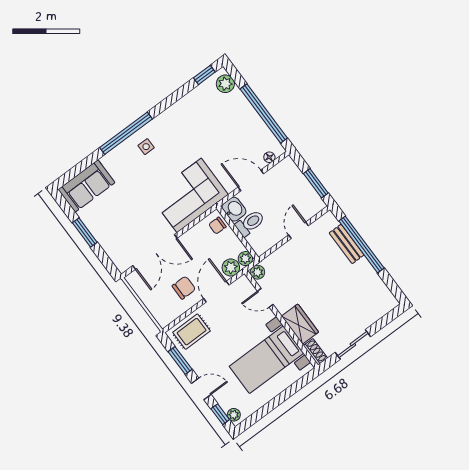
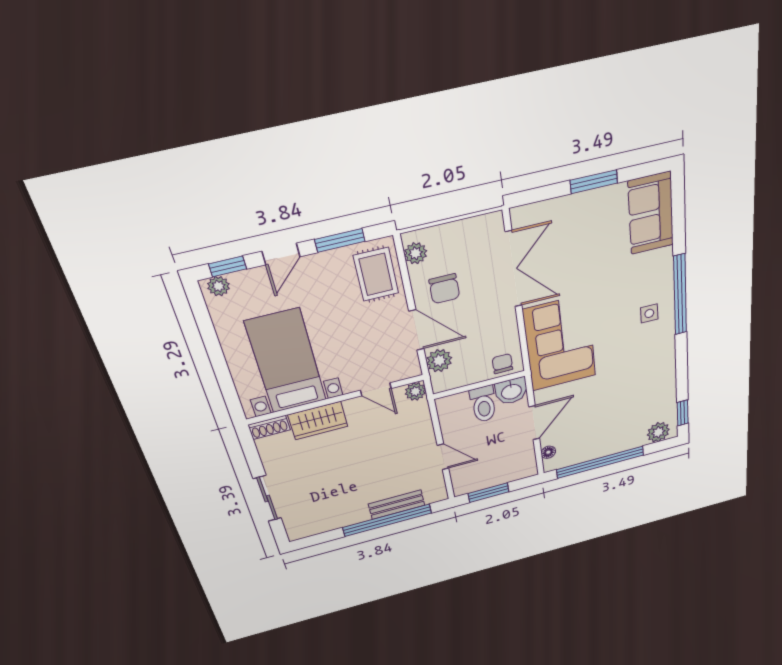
double door: (155, 252) -> (514, 269), swing flipped
plant: (245, 259) -> (416, 253), moved
door: (265, 298) -> (376, 389), swing flipped
sliding door: (353, 344) -> (267, 499), moved

